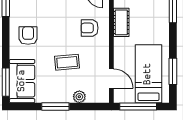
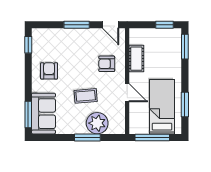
door: (111, 79) -> (127, 93), moved
plant: (79, 97) -> (97, 123), width x1.88, depth x1.88
window: (55, 107) -> (87, 137), moved

